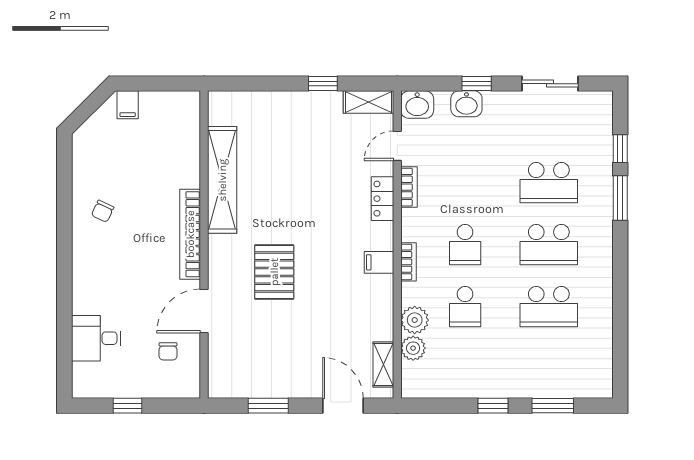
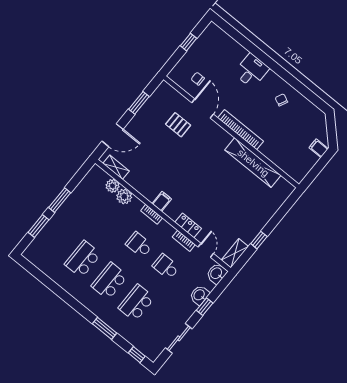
window: (620, 149) -> (137, 355), moved
pallet: (274, 272) -> (178, 125), moved, width x0.67, depth x0.71
school desk: (465, 307) -> (166, 267), moved
desk: (96, 338) -> (251, 71), moved
window: (493, 406) -> (60, 200), width x1.50

